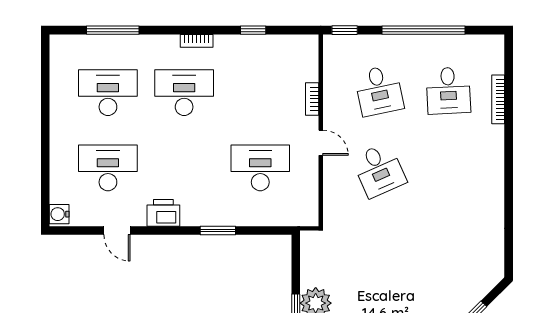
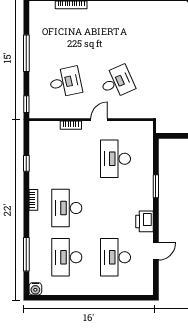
window: (424, 30) -> (26, 53), width x0.68
desk: (448, 91) -> (65, 37), removed
water cooler: (59, 214) -> (35, 289), moved

